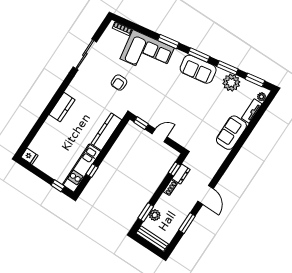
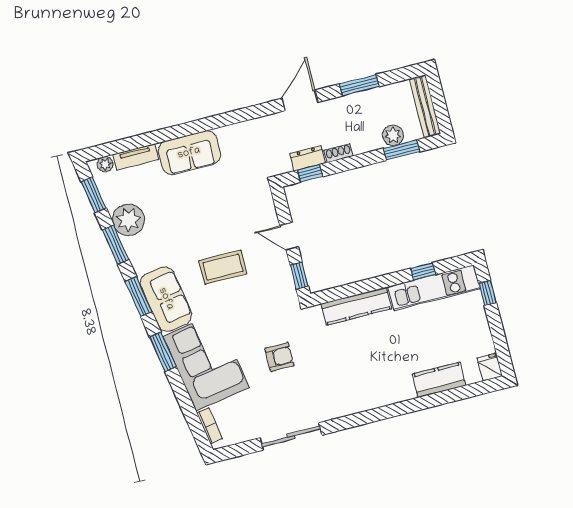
sofa: (198, 69) -> (166, 299), moved
coffee table: (175, 98) -> (223, 267), added
kitchen counter: (62, 107) -> (439, 380), moved

